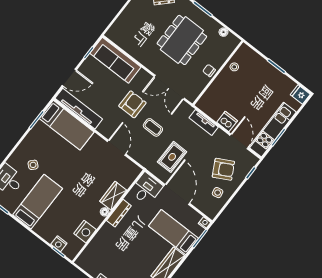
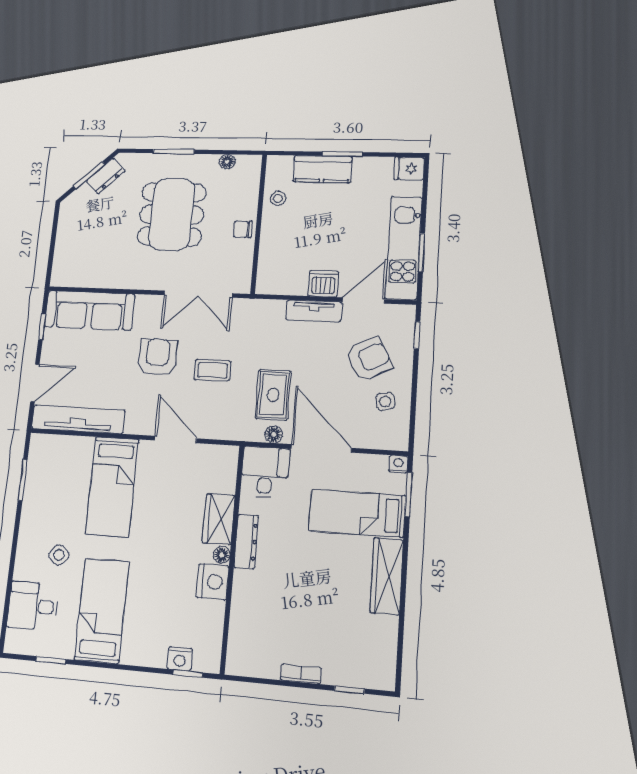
kitchen counter: (263, 67) -> (322, 169), added
tv unit: (204, 122) -> (314, 311), moved
bed: (67, 125) -> (112, 486), moved, turned 90
door: (239, 141) -> (363, 300), hinge flipped
floor lamp: (161, 175) -> (274, 435), added
nightstand: (85, 232) -> (212, 582), moved

